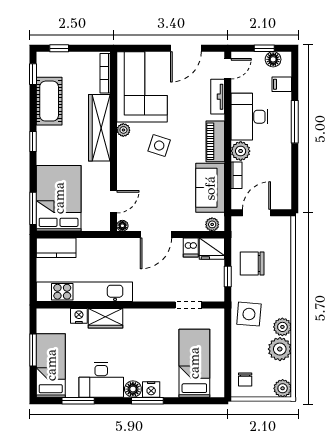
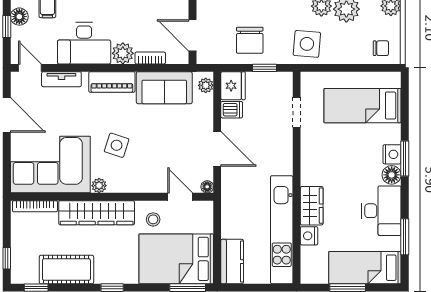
stool: (93, 178) -> (153, 219), added

